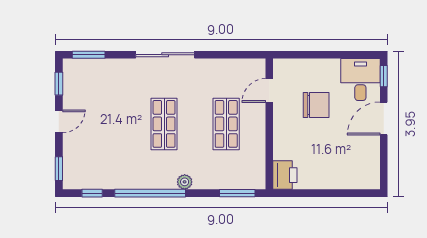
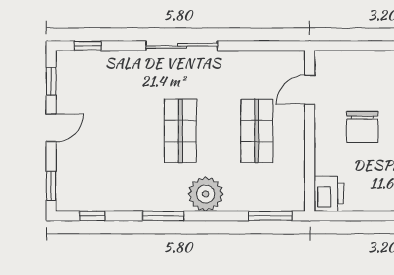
window: (89, 55) -> (88, 46), width x0.67
chair: (316, 105) -> (362, 127), moved, turned 90
plant: (185, 182) -> (206, 194), width x1.87, depth x1.87
window: (150, 193) -> (163, 216), width x0.47

